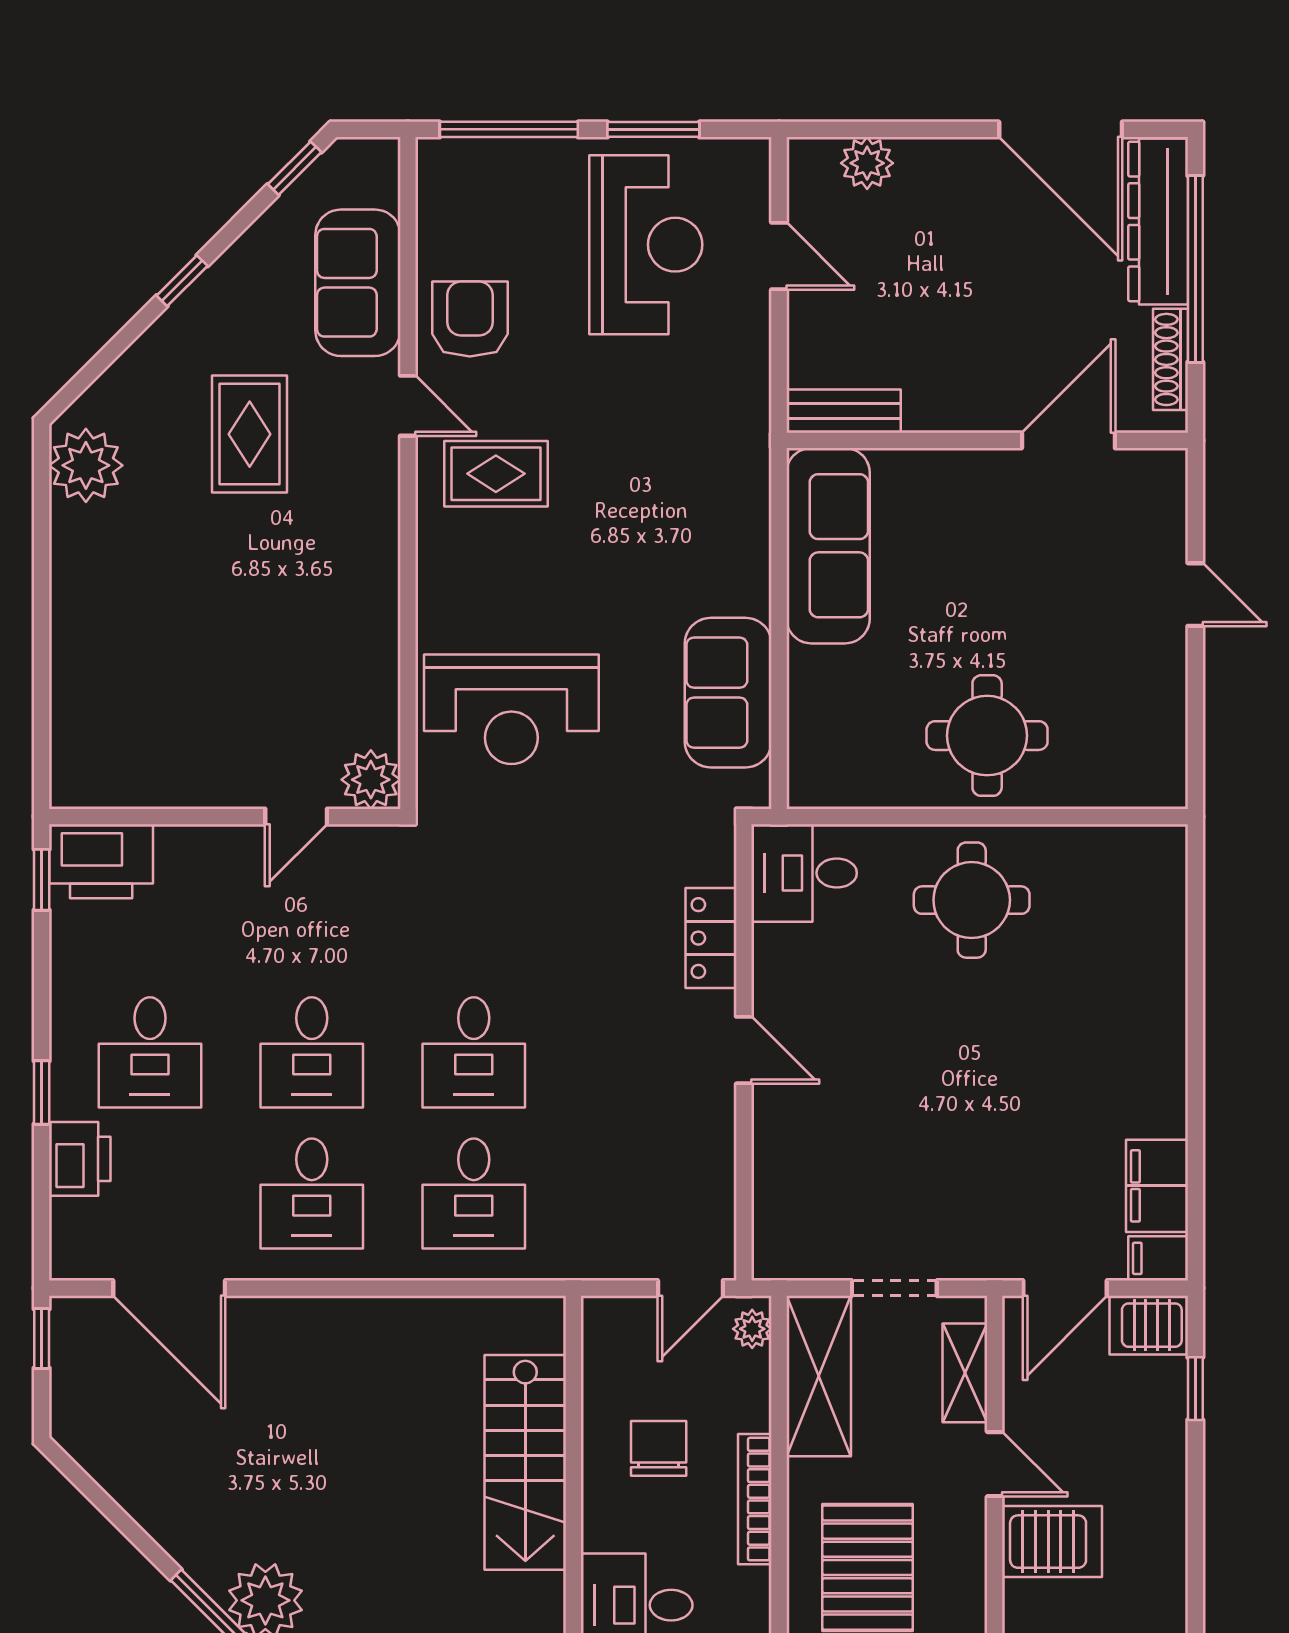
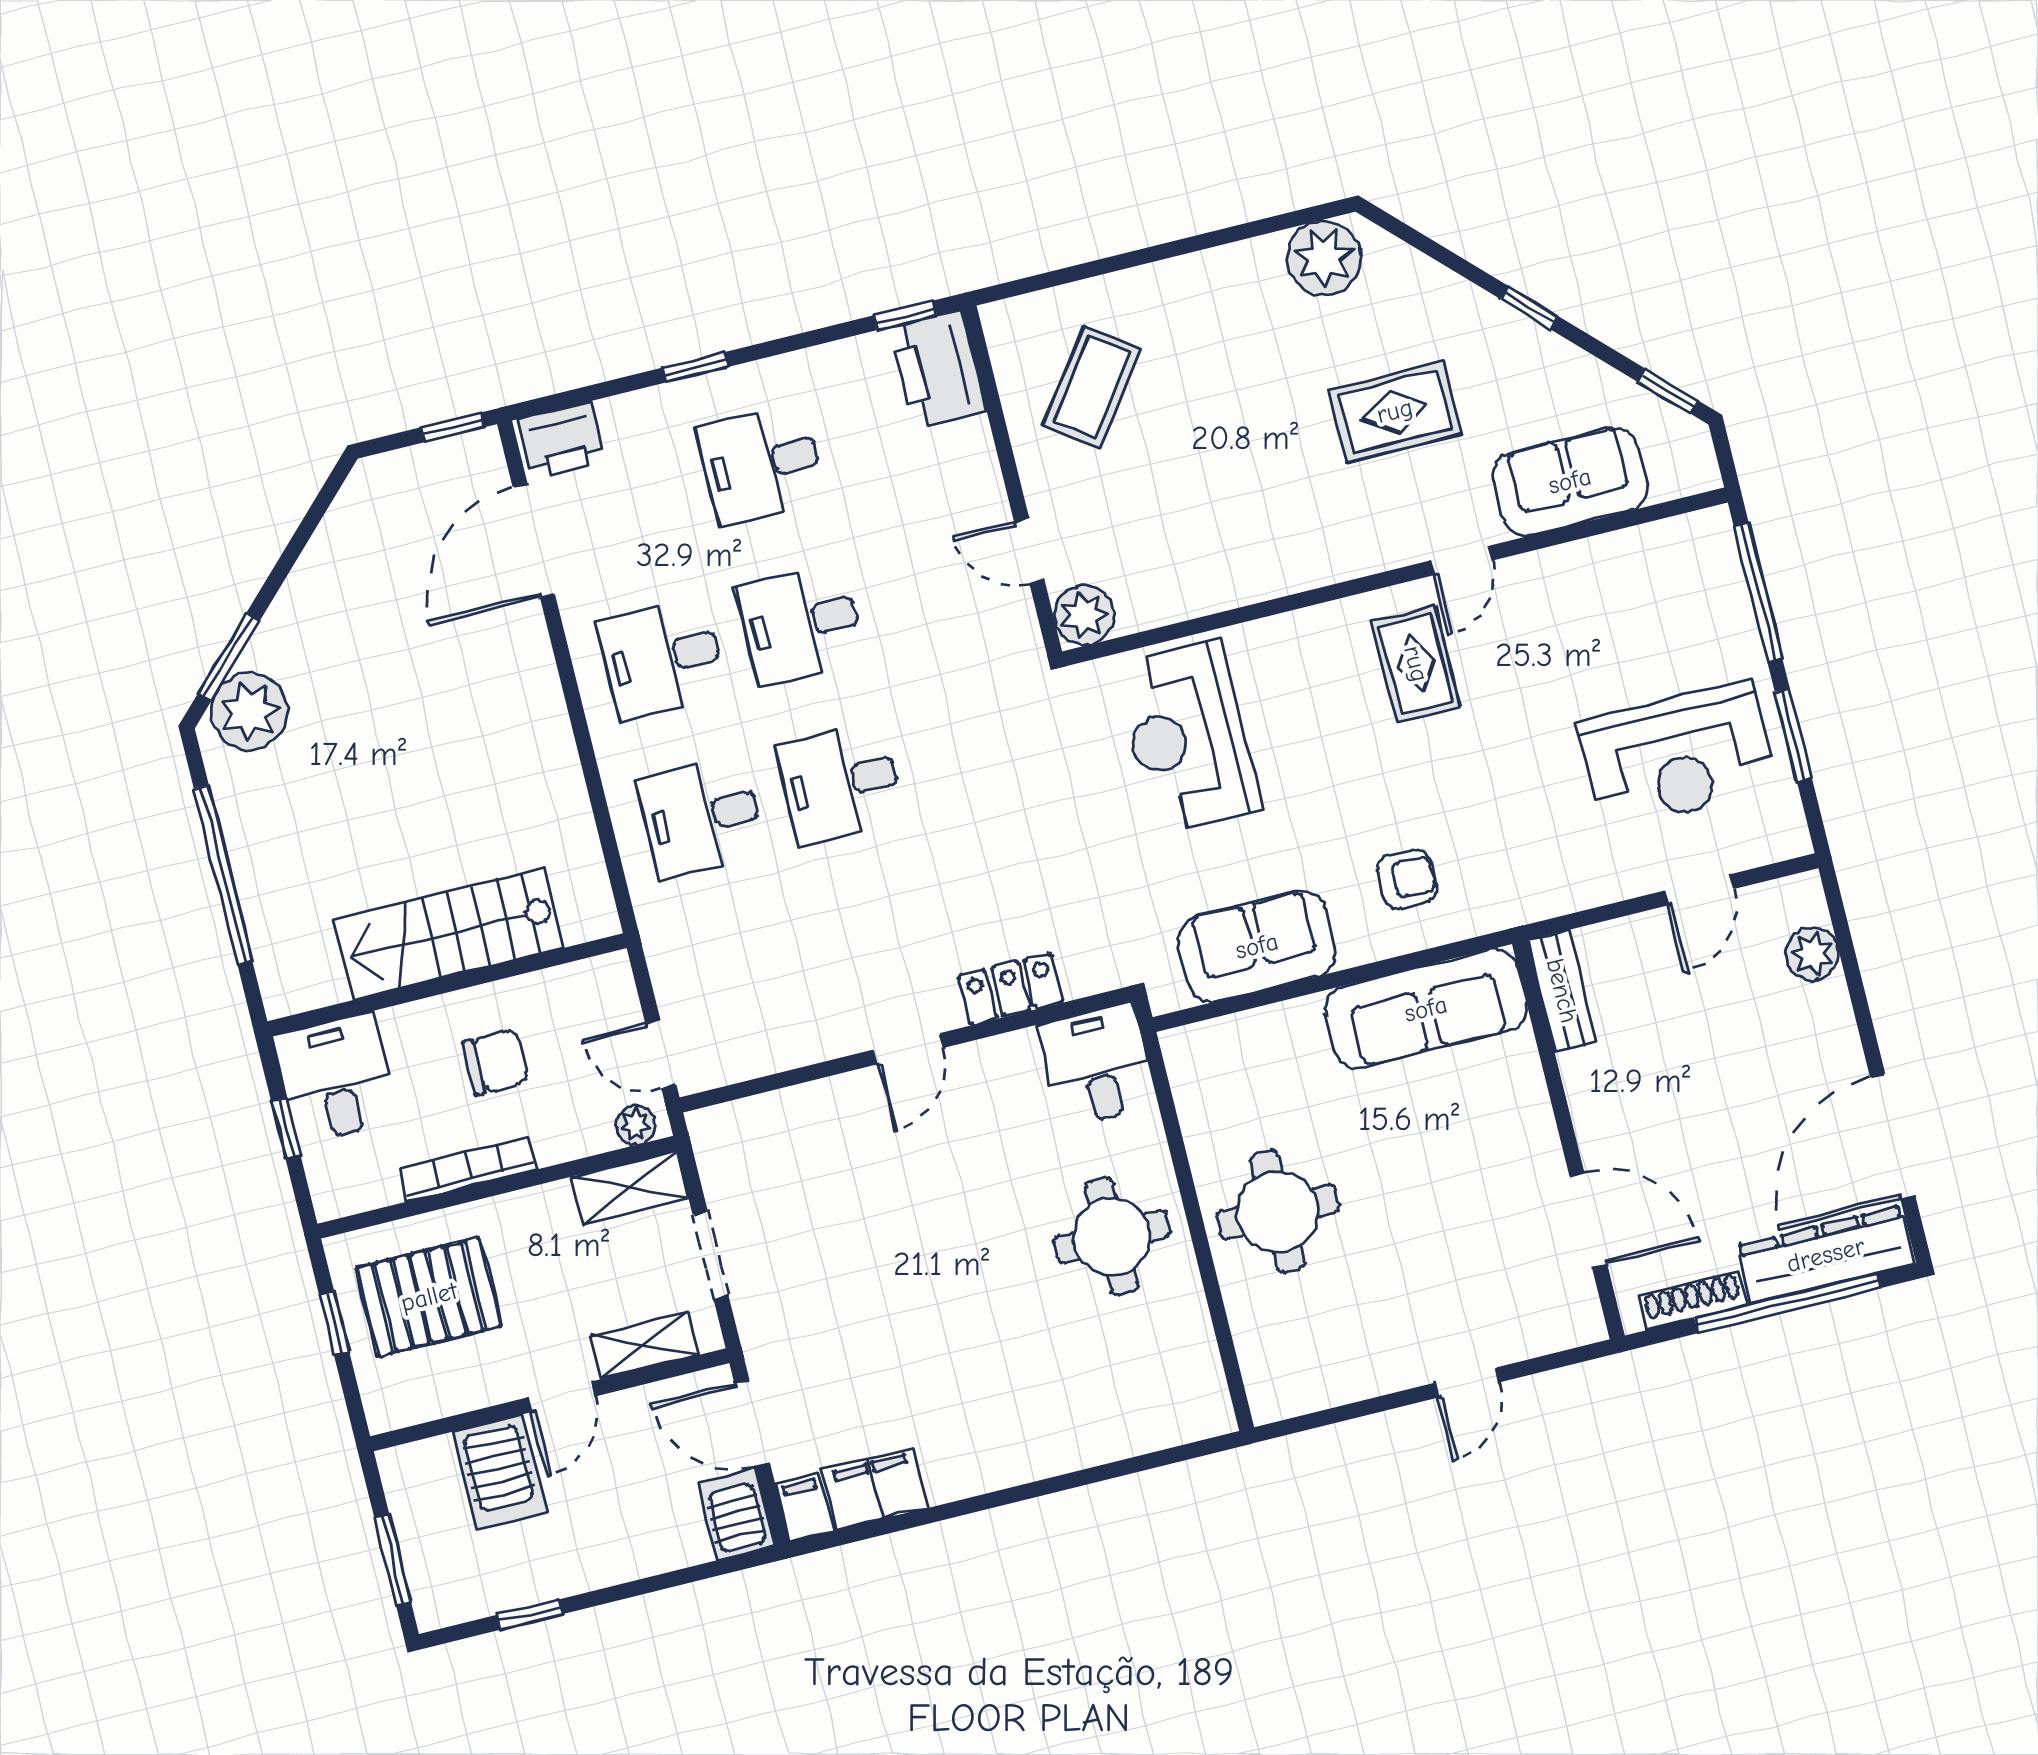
armchair: (470, 319) -> (1407, 879), moved, width x0.72, depth x0.72
coffee table: (155, 718) -> (1092, 387), added
printer: (80, 1159) -> (562, 440), moved
shelving: (819, 1376) -> (630, 1187), width x0.67, depth x0.75
window: (1195, 1389) -> (529, 1615), moved

